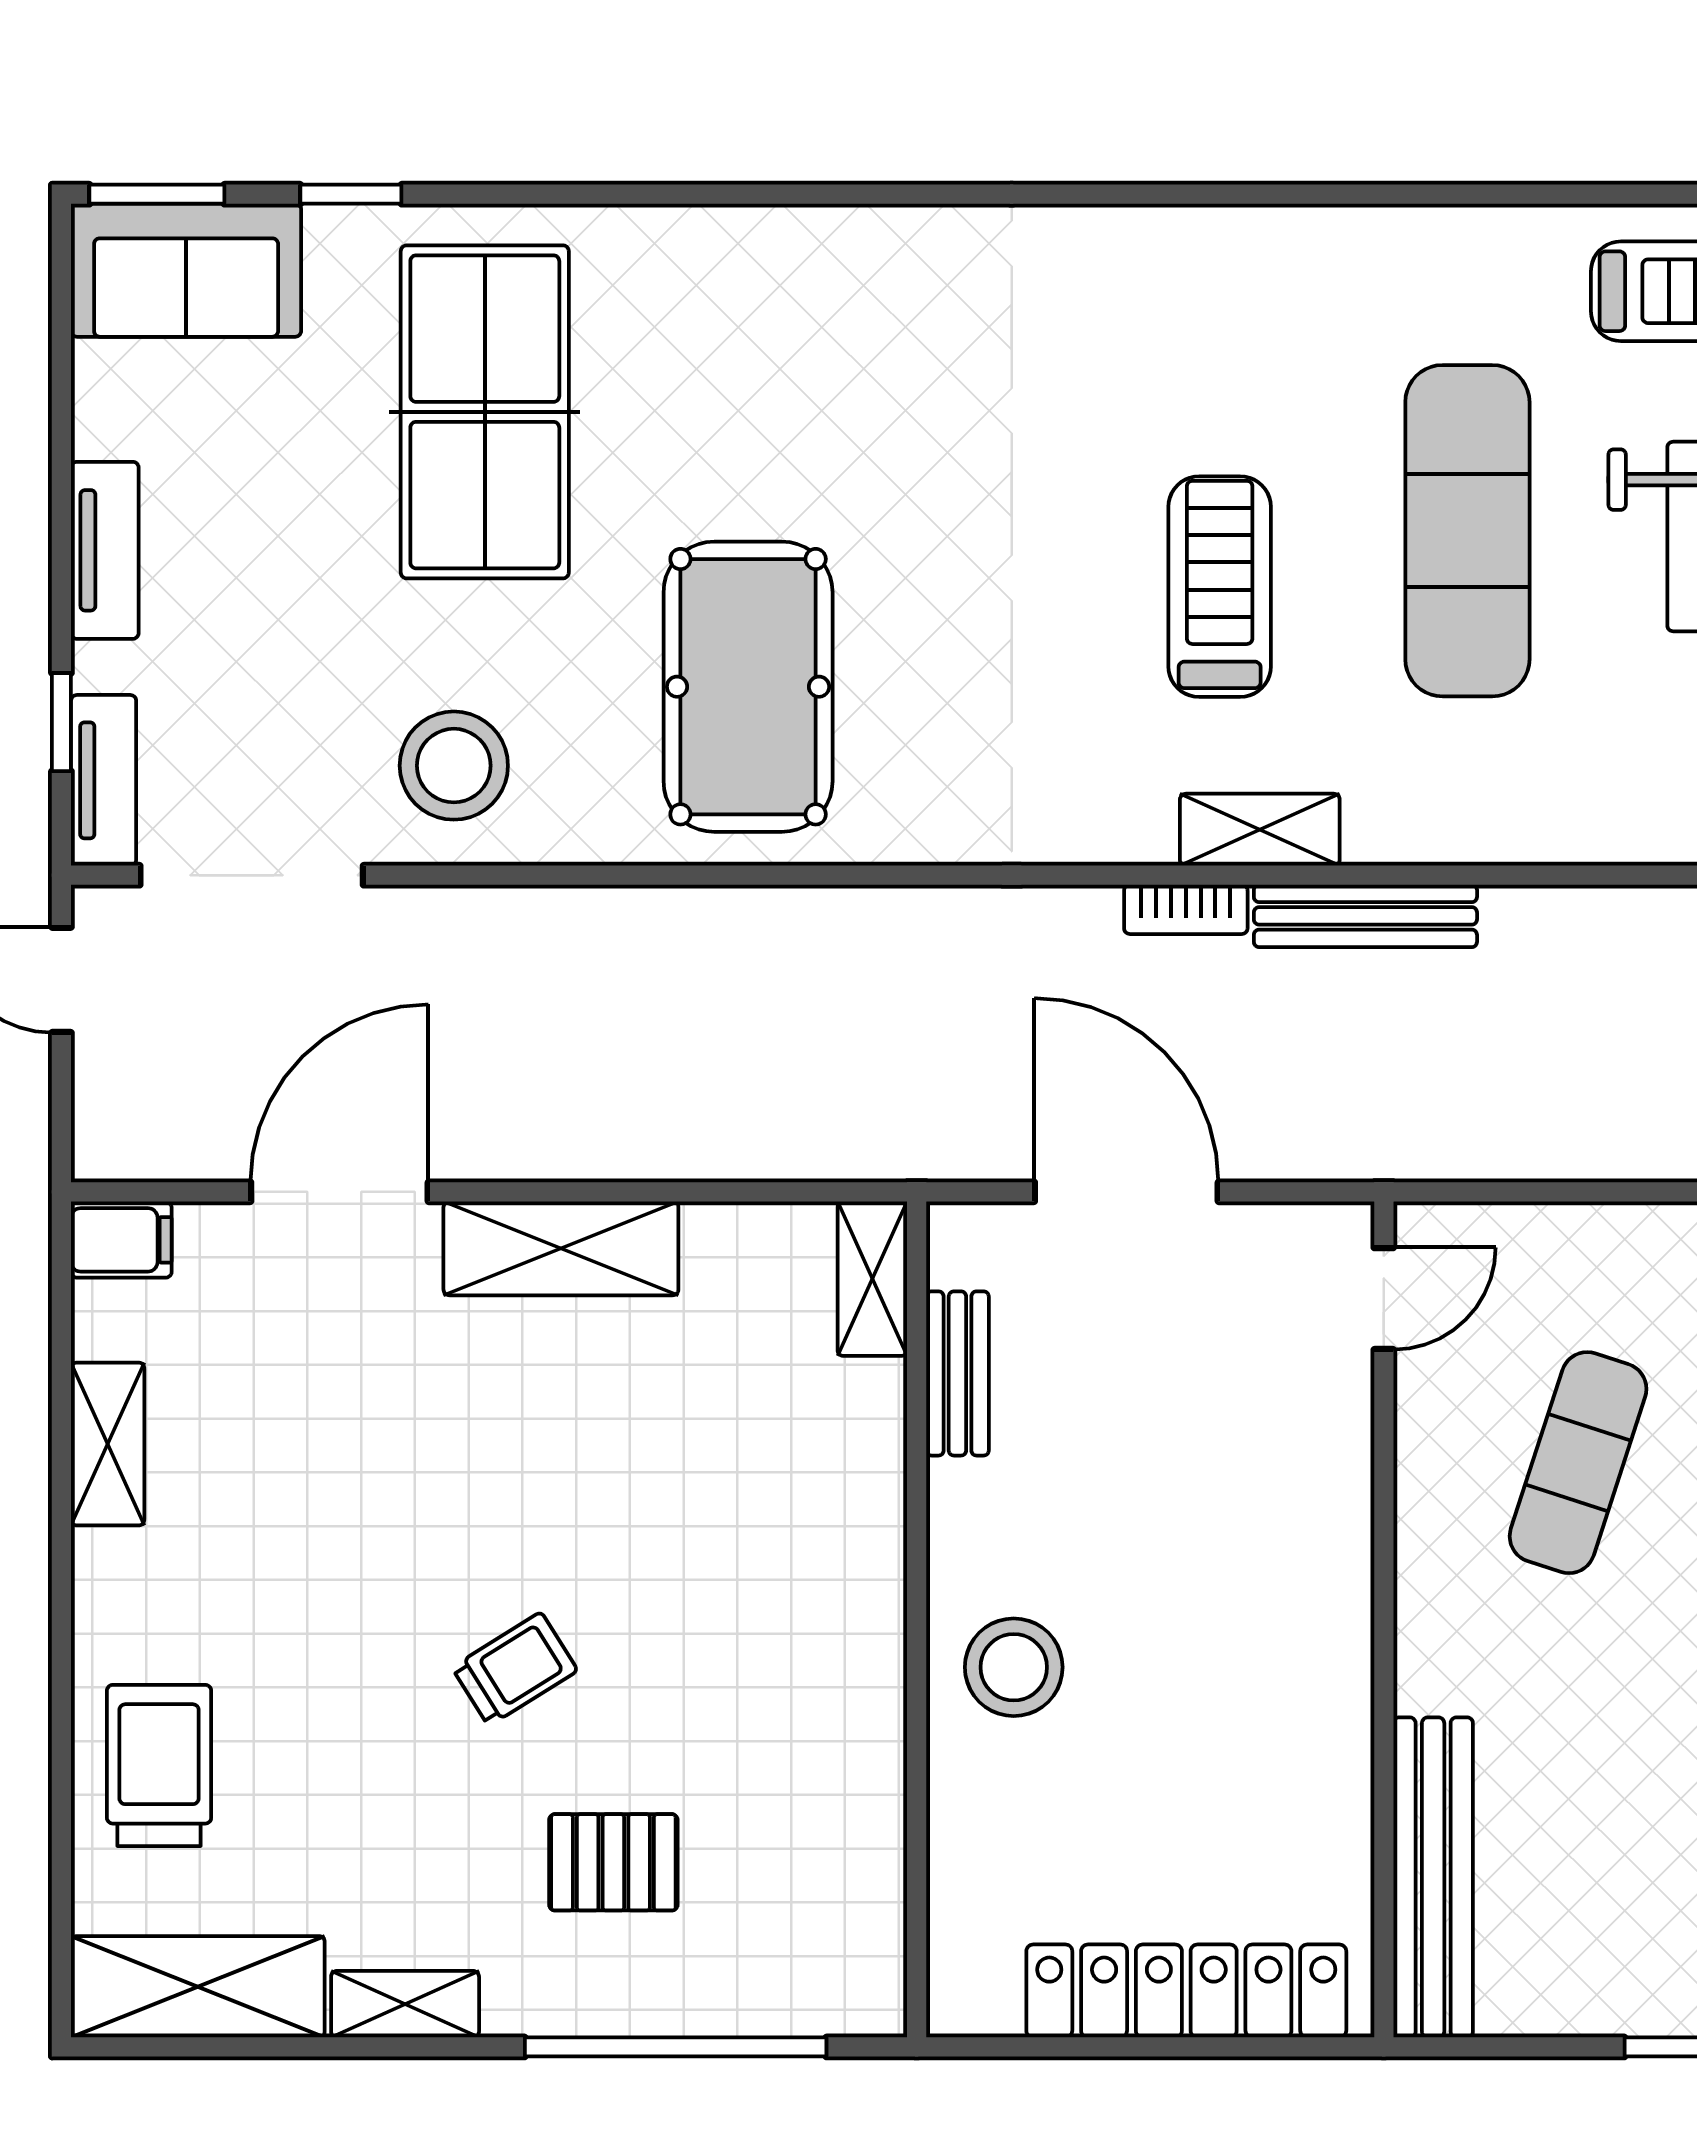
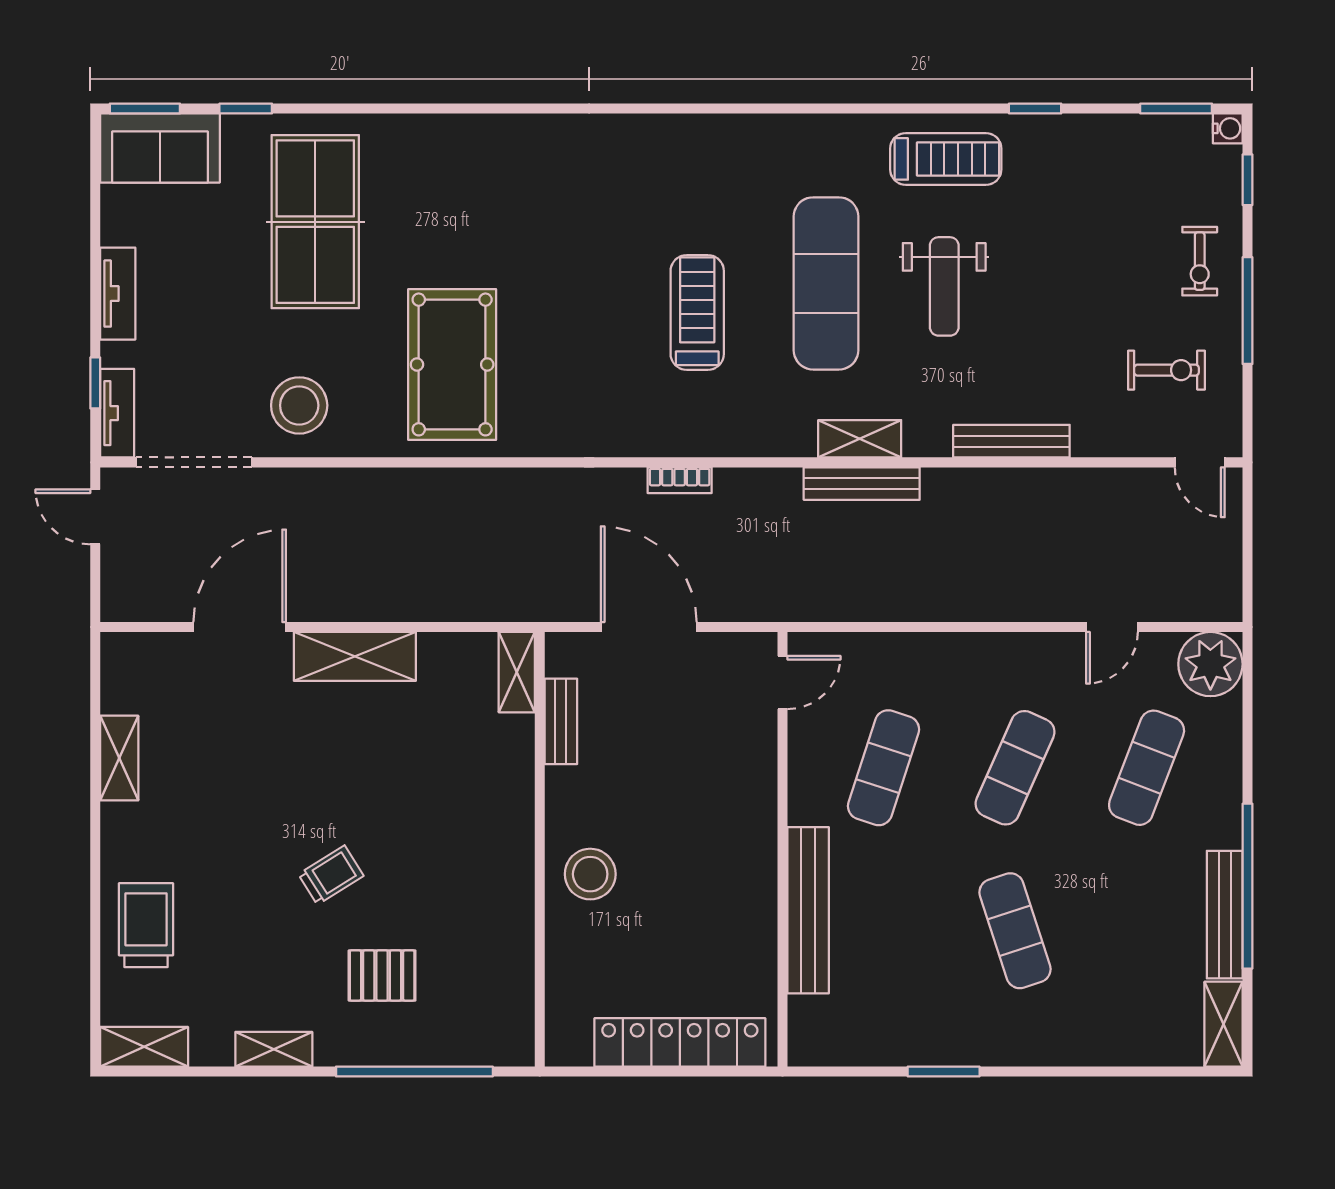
shelving: (1260, 830) -> (860, 439), moved
bench: (1365, 916) -> (862, 484), moved
filing cabinet: (121, 1240) -> (126, 652), removed
bench: (1433, 1877) -> (808, 910), moved
shelving: (198, 1987) -> (144, 1047), width x0.67, depth x0.75

